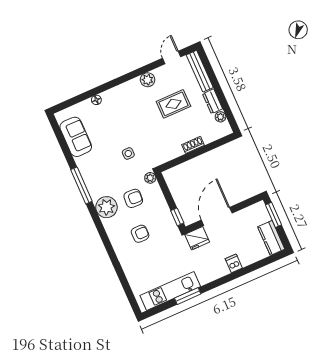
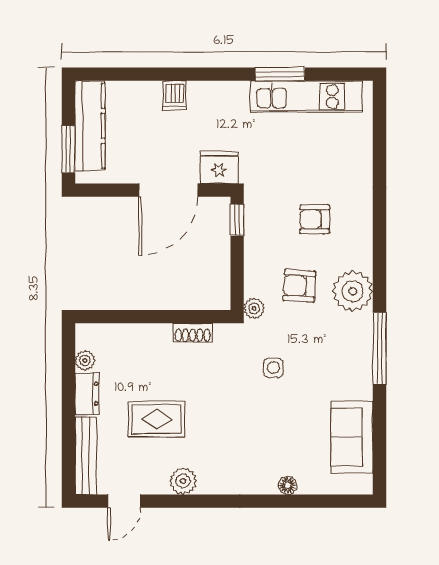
shoe rack: (193, 145) -> (193, 333), moved
kitchen counter: (271, 238) -> (90, 126), width x1.50

